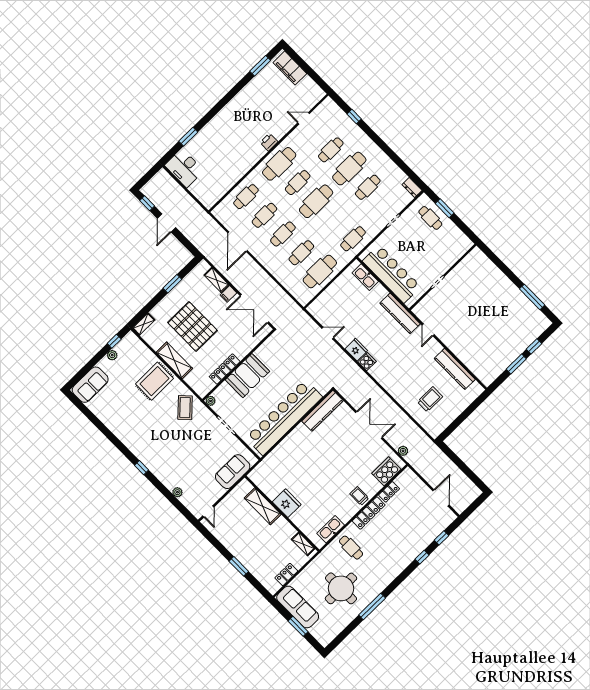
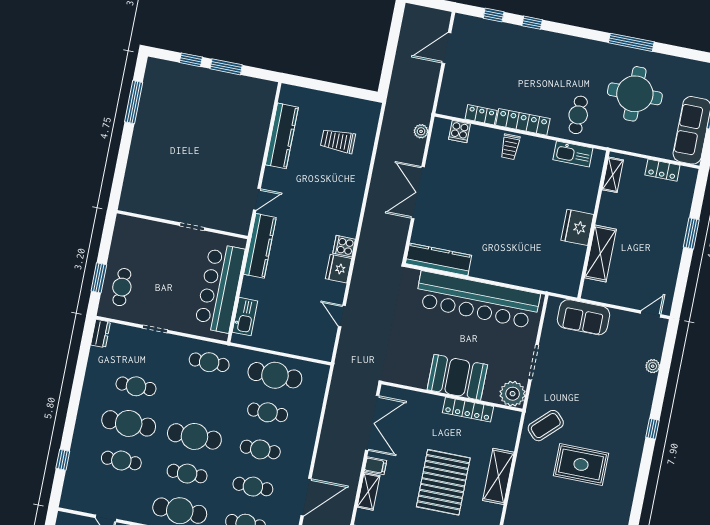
rug: (155, 381) -> (581, 464), moved
plant: (211, 401) -> (513, 394), width x1.87, depth x1.87
cooker: (386, 471) -> (459, 132), width x0.53, depth x0.76

